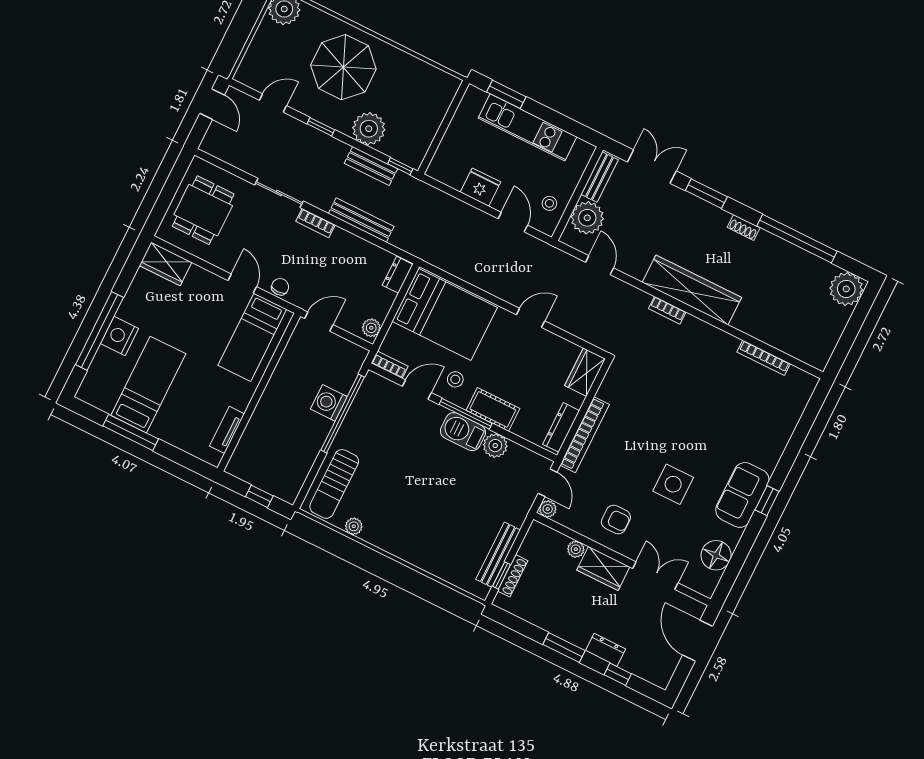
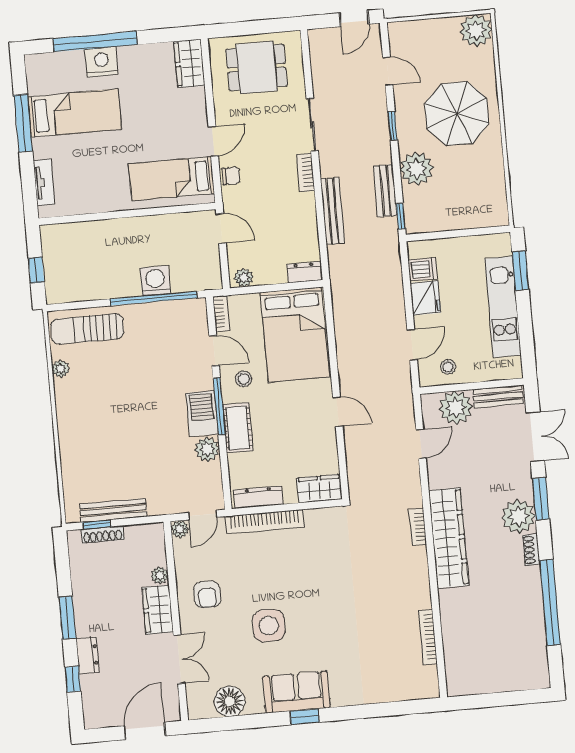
dishwasher: (455, 175) -> (423, 269), added
plant: (846, 289) -> (518, 516), moved
tv unit: (227, 430) -> (44, 182), moved, turned 90

